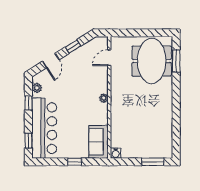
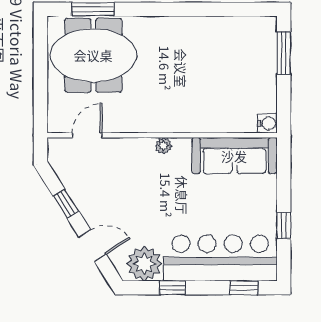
door: (109, 58) -> (87, 135), swing flipped
plant: (37, 88) -> (144, 264), width x1.87, depth x1.87
sofa: (99, 142) -> (234, 156), width x1.36
window: (75, 162) -> (284, 225), moved

